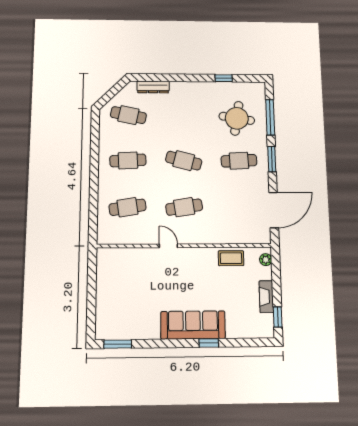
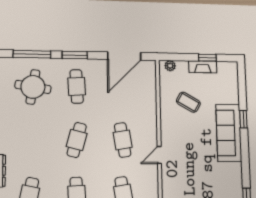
door: (274, 210) -> (124, 56), swing flipped
coffee table: (231, 258) -> (188, 102), moved, turned -60
window: (278, 317) -> (207, 58), moved

